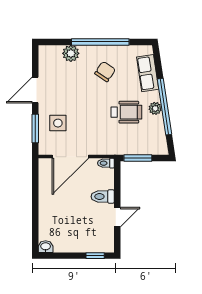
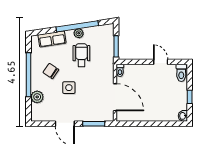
side table: (58, 123) -> (69, 88), moved
toilet: (103, 197) -> (181, 73), moved
window: (95, 256) -> (190, 97), moved

